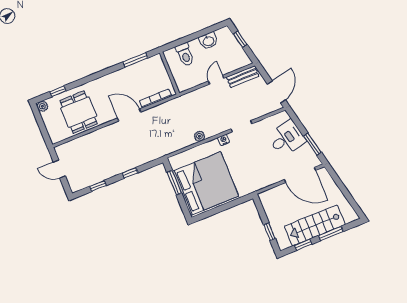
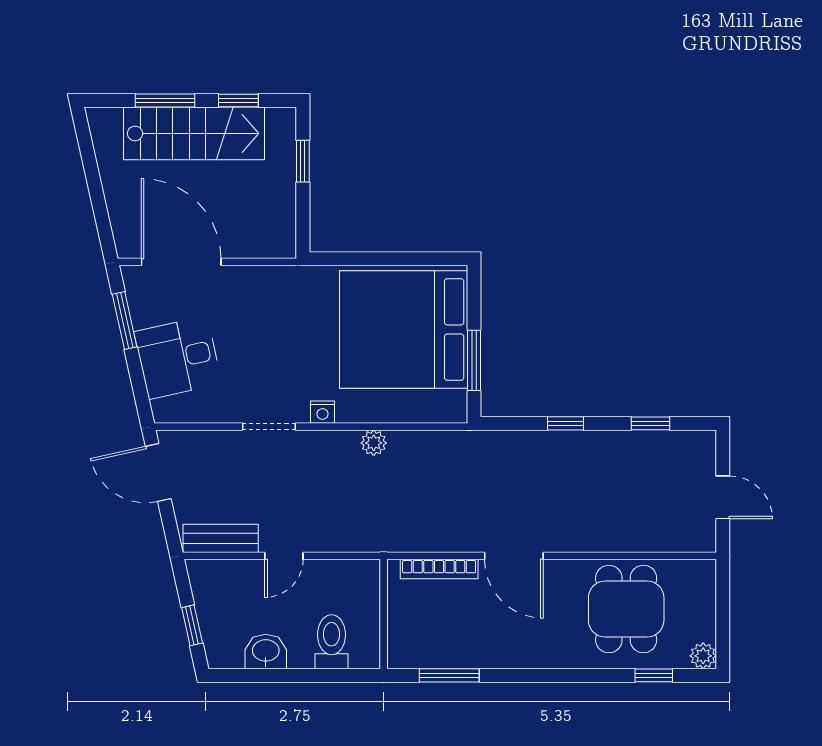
door: (276, 92) -> (158, 472), hinge flipped

